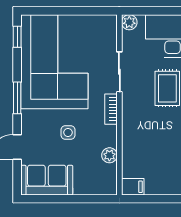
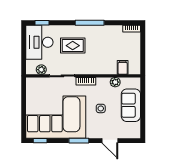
plant: (129, 22) -> (41, 70), moved
sofa: (47, 180) -> (131, 105), moved
filing cabinet: (133, 187) -> (123, 67), moved

